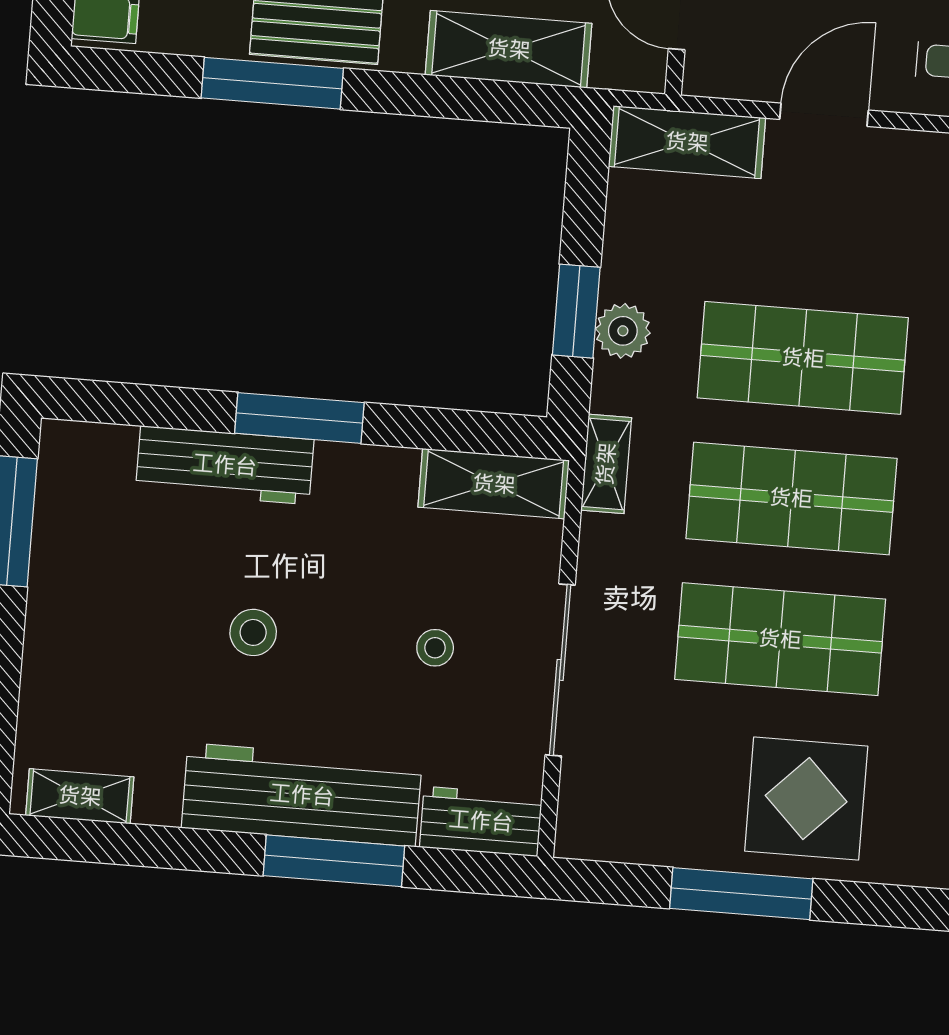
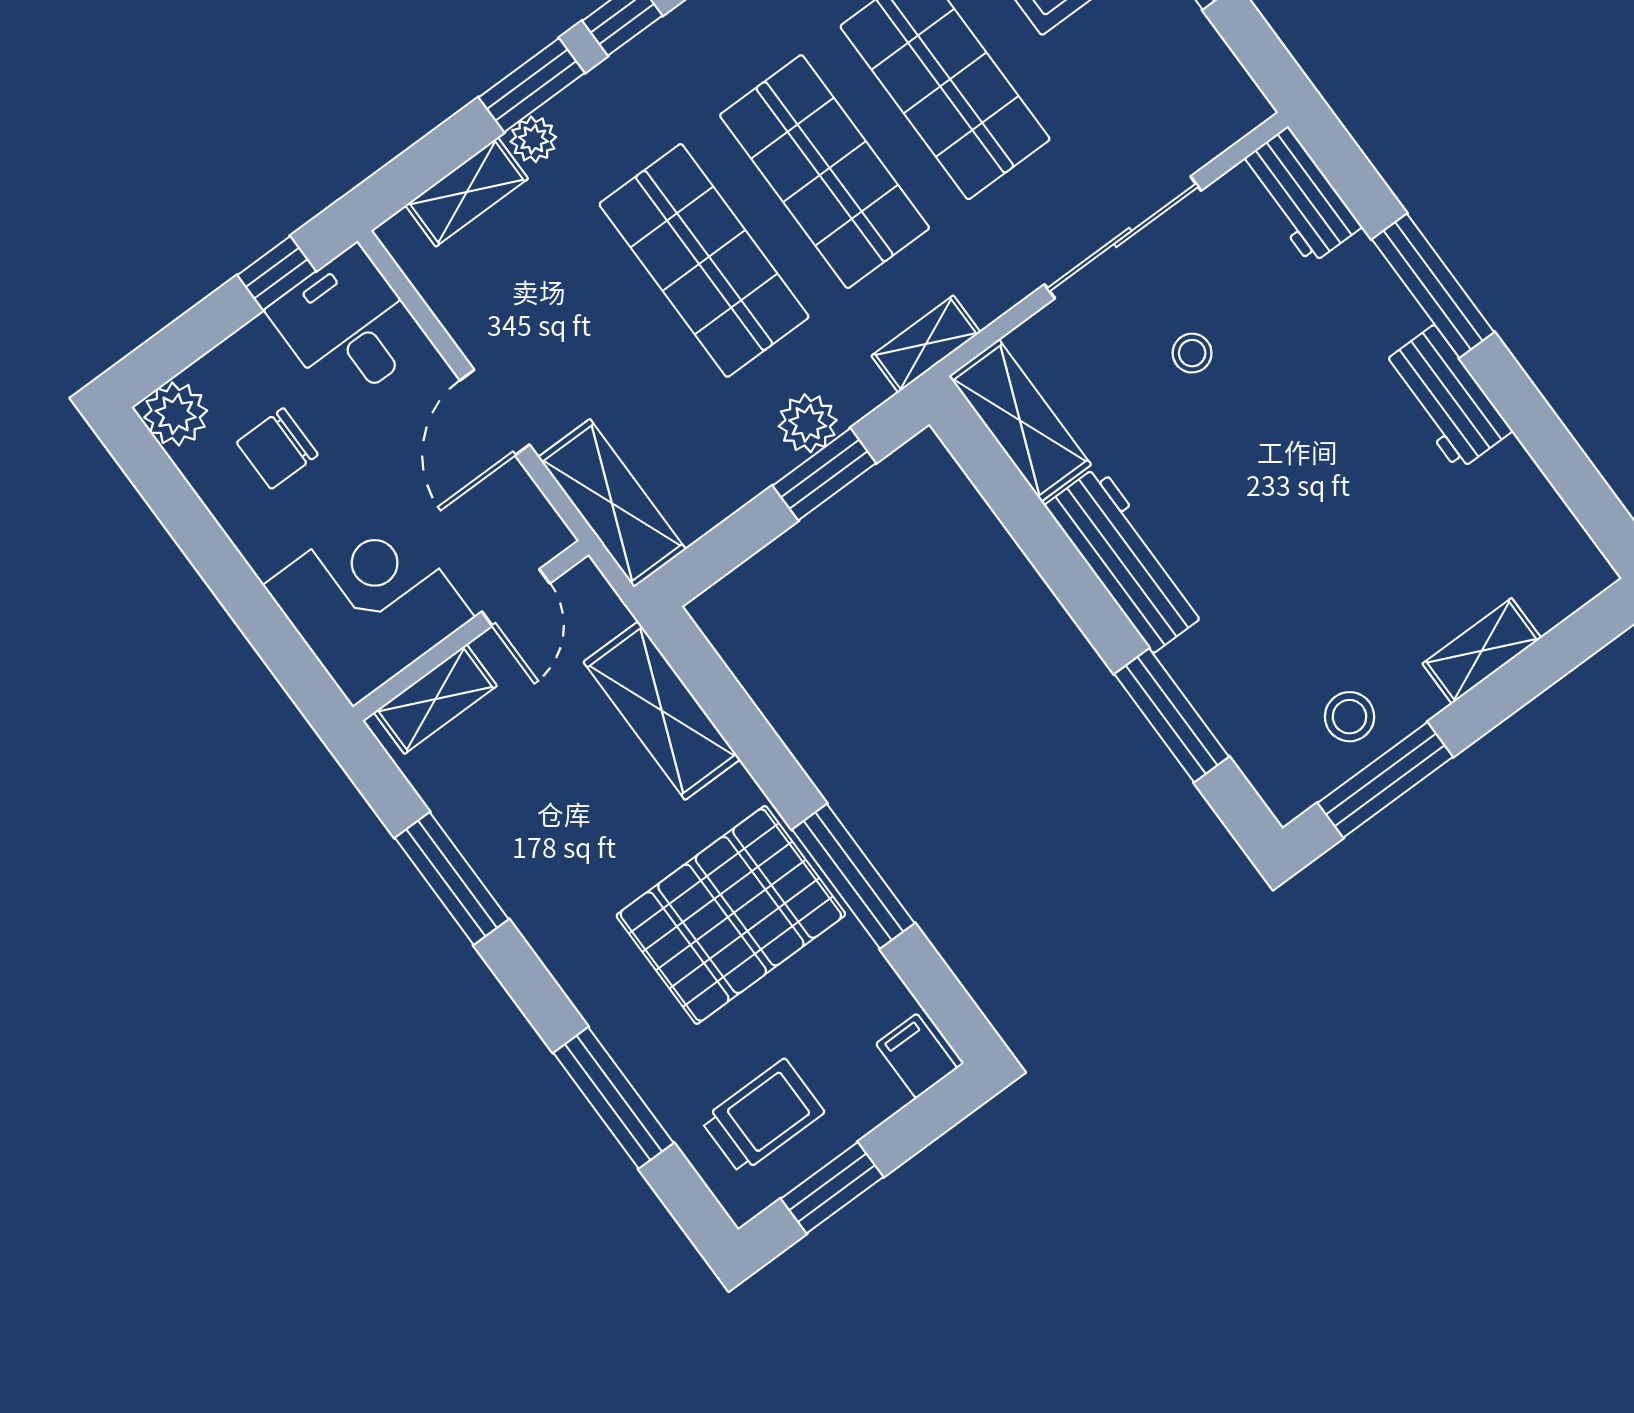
door: (824, 115) -> (495, 413), hinge flipped
window: (299, 418) -> (1172, 715), moved
workbench: (225, 465) -> (1126, 559), moved
stool: (253, 632) -> (1350, 717), moved
workbench: (302, 795) -> (1446, 398), width x0.53, depth x0.76
shelving: (80, 796) -> (1482, 651), moved, turned 90

